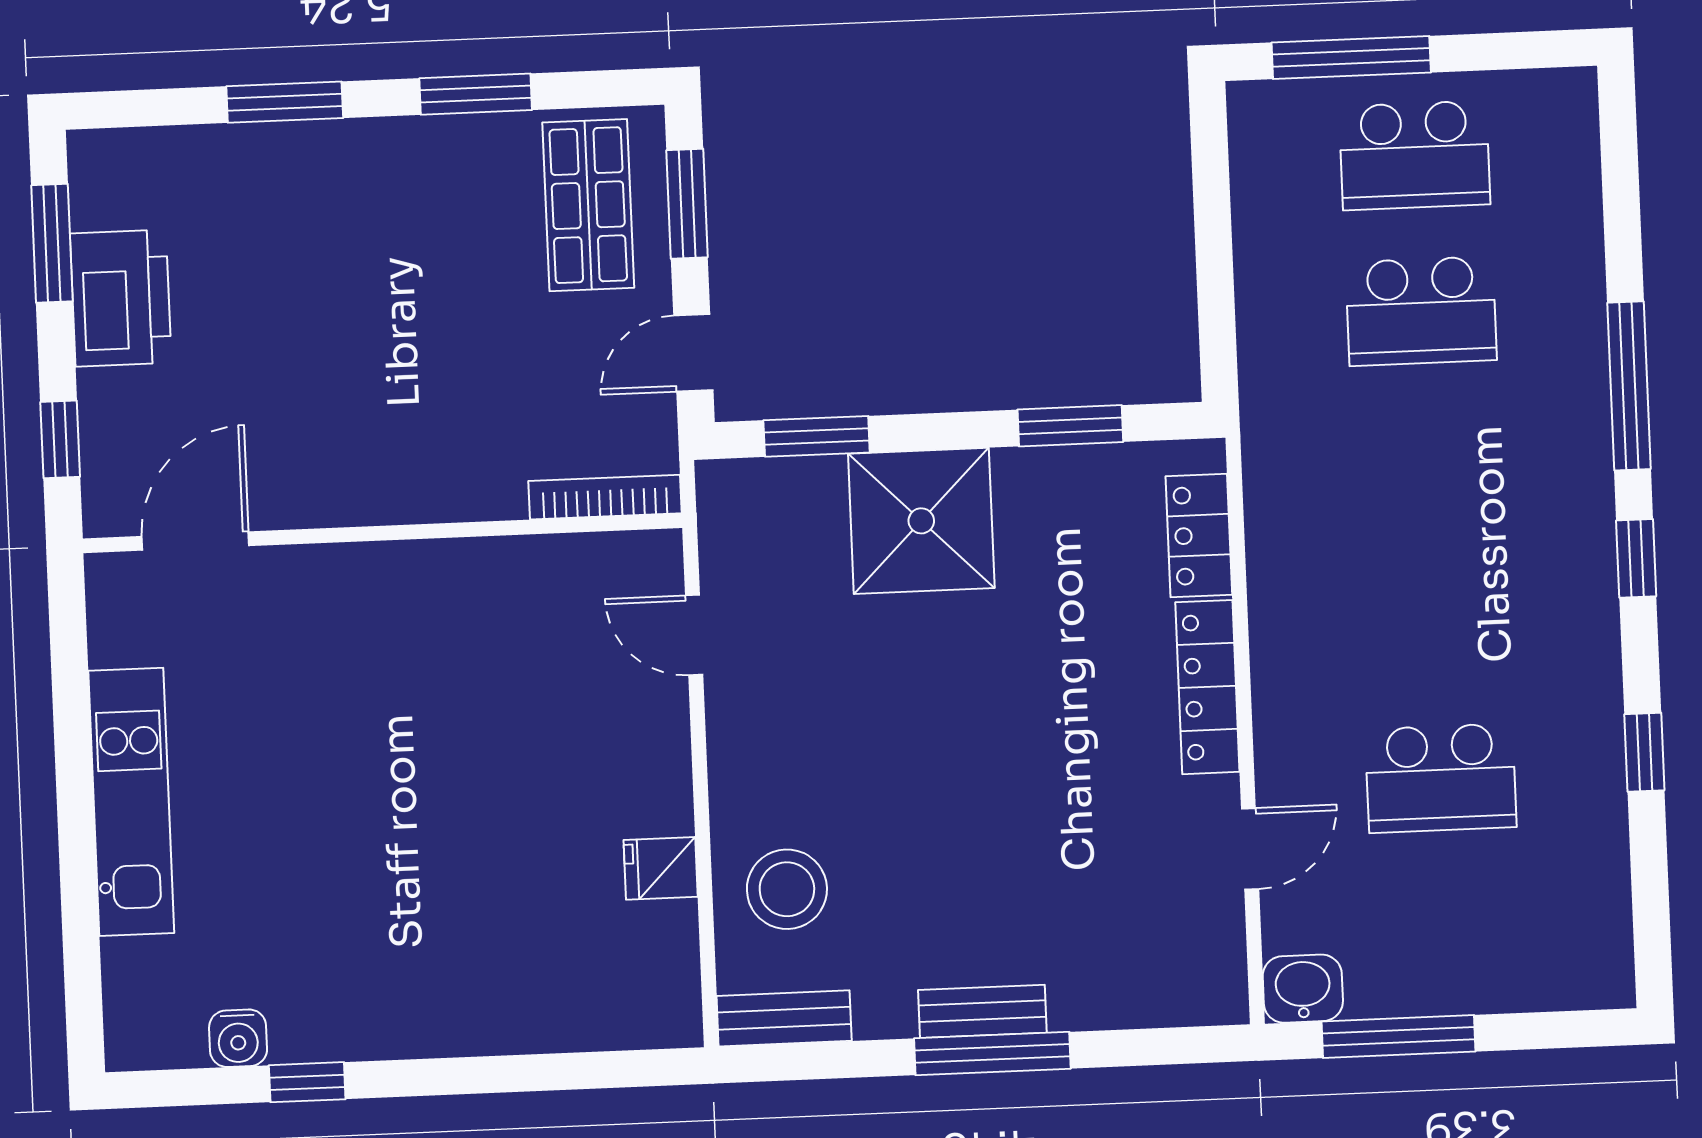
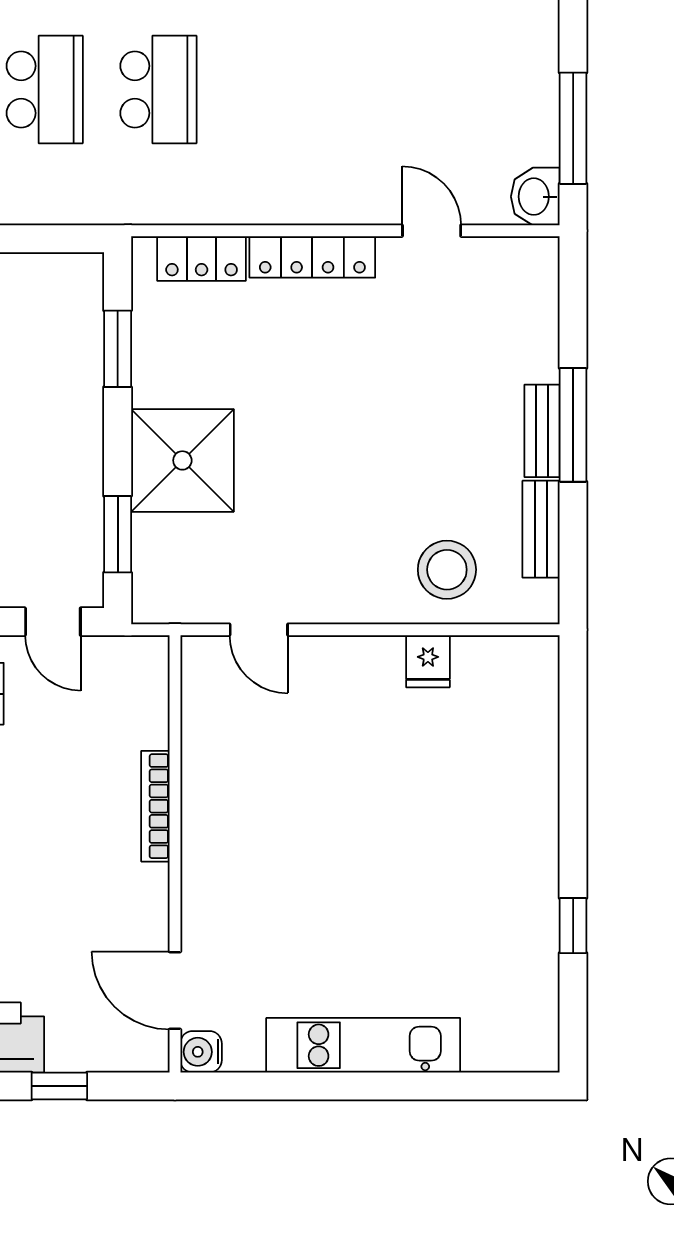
window: (60, 439) -> (59, 1086), moved
bookcase: (605, 497) -> (155, 806), moved
door: (694, 635) -> (259, 630), hinge flipped
school desk: (1441, 778) -> (158, 90), moved
bench: (784, 1018) -> (541, 529), moved
water cooler: (238, 1038) -> (201, 1052), moved, turned 180

